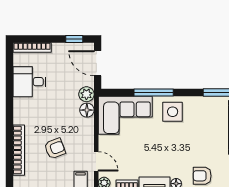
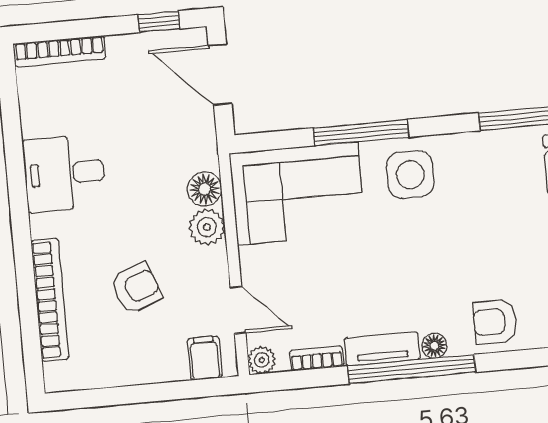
desk: (29, 82) -> (64, 173), moved
plant: (86, 94) -> (207, 227), moved

